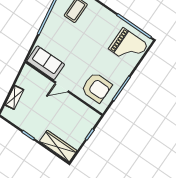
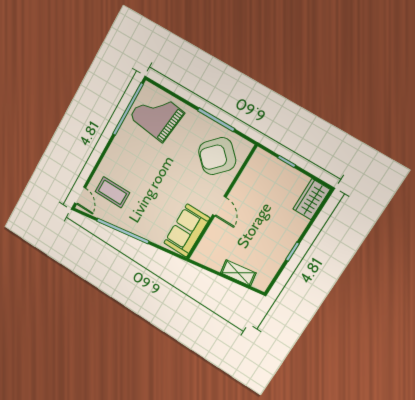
grand piano: (128, 47) -> (157, 115), turned -83
armchair: (96, 88) -> (217, 156), turned -136
wardrobe: (58, 146) -> (311, 199), width x0.67

